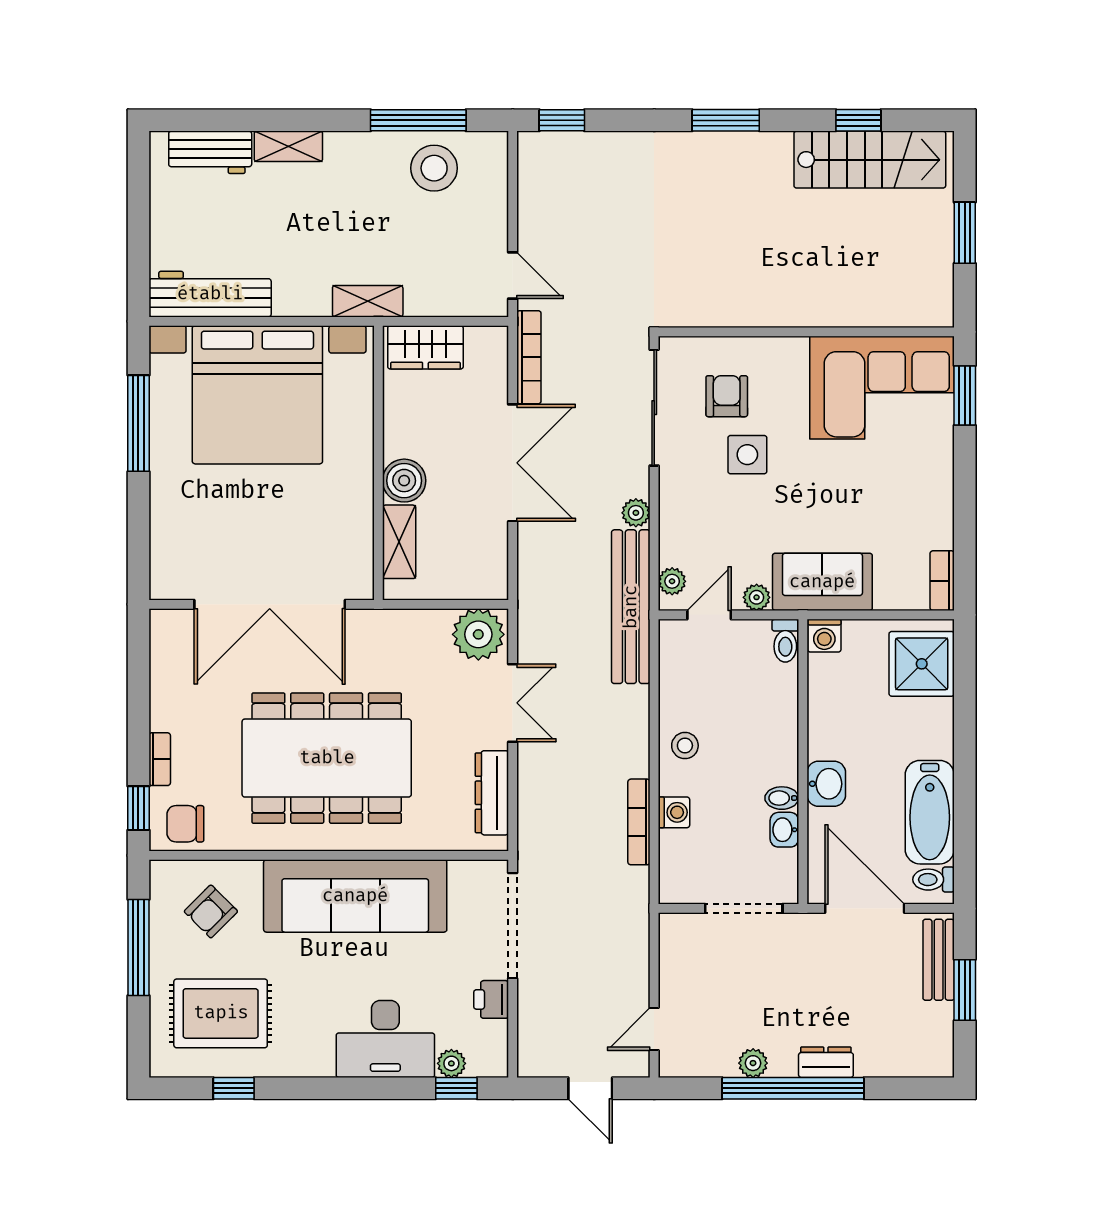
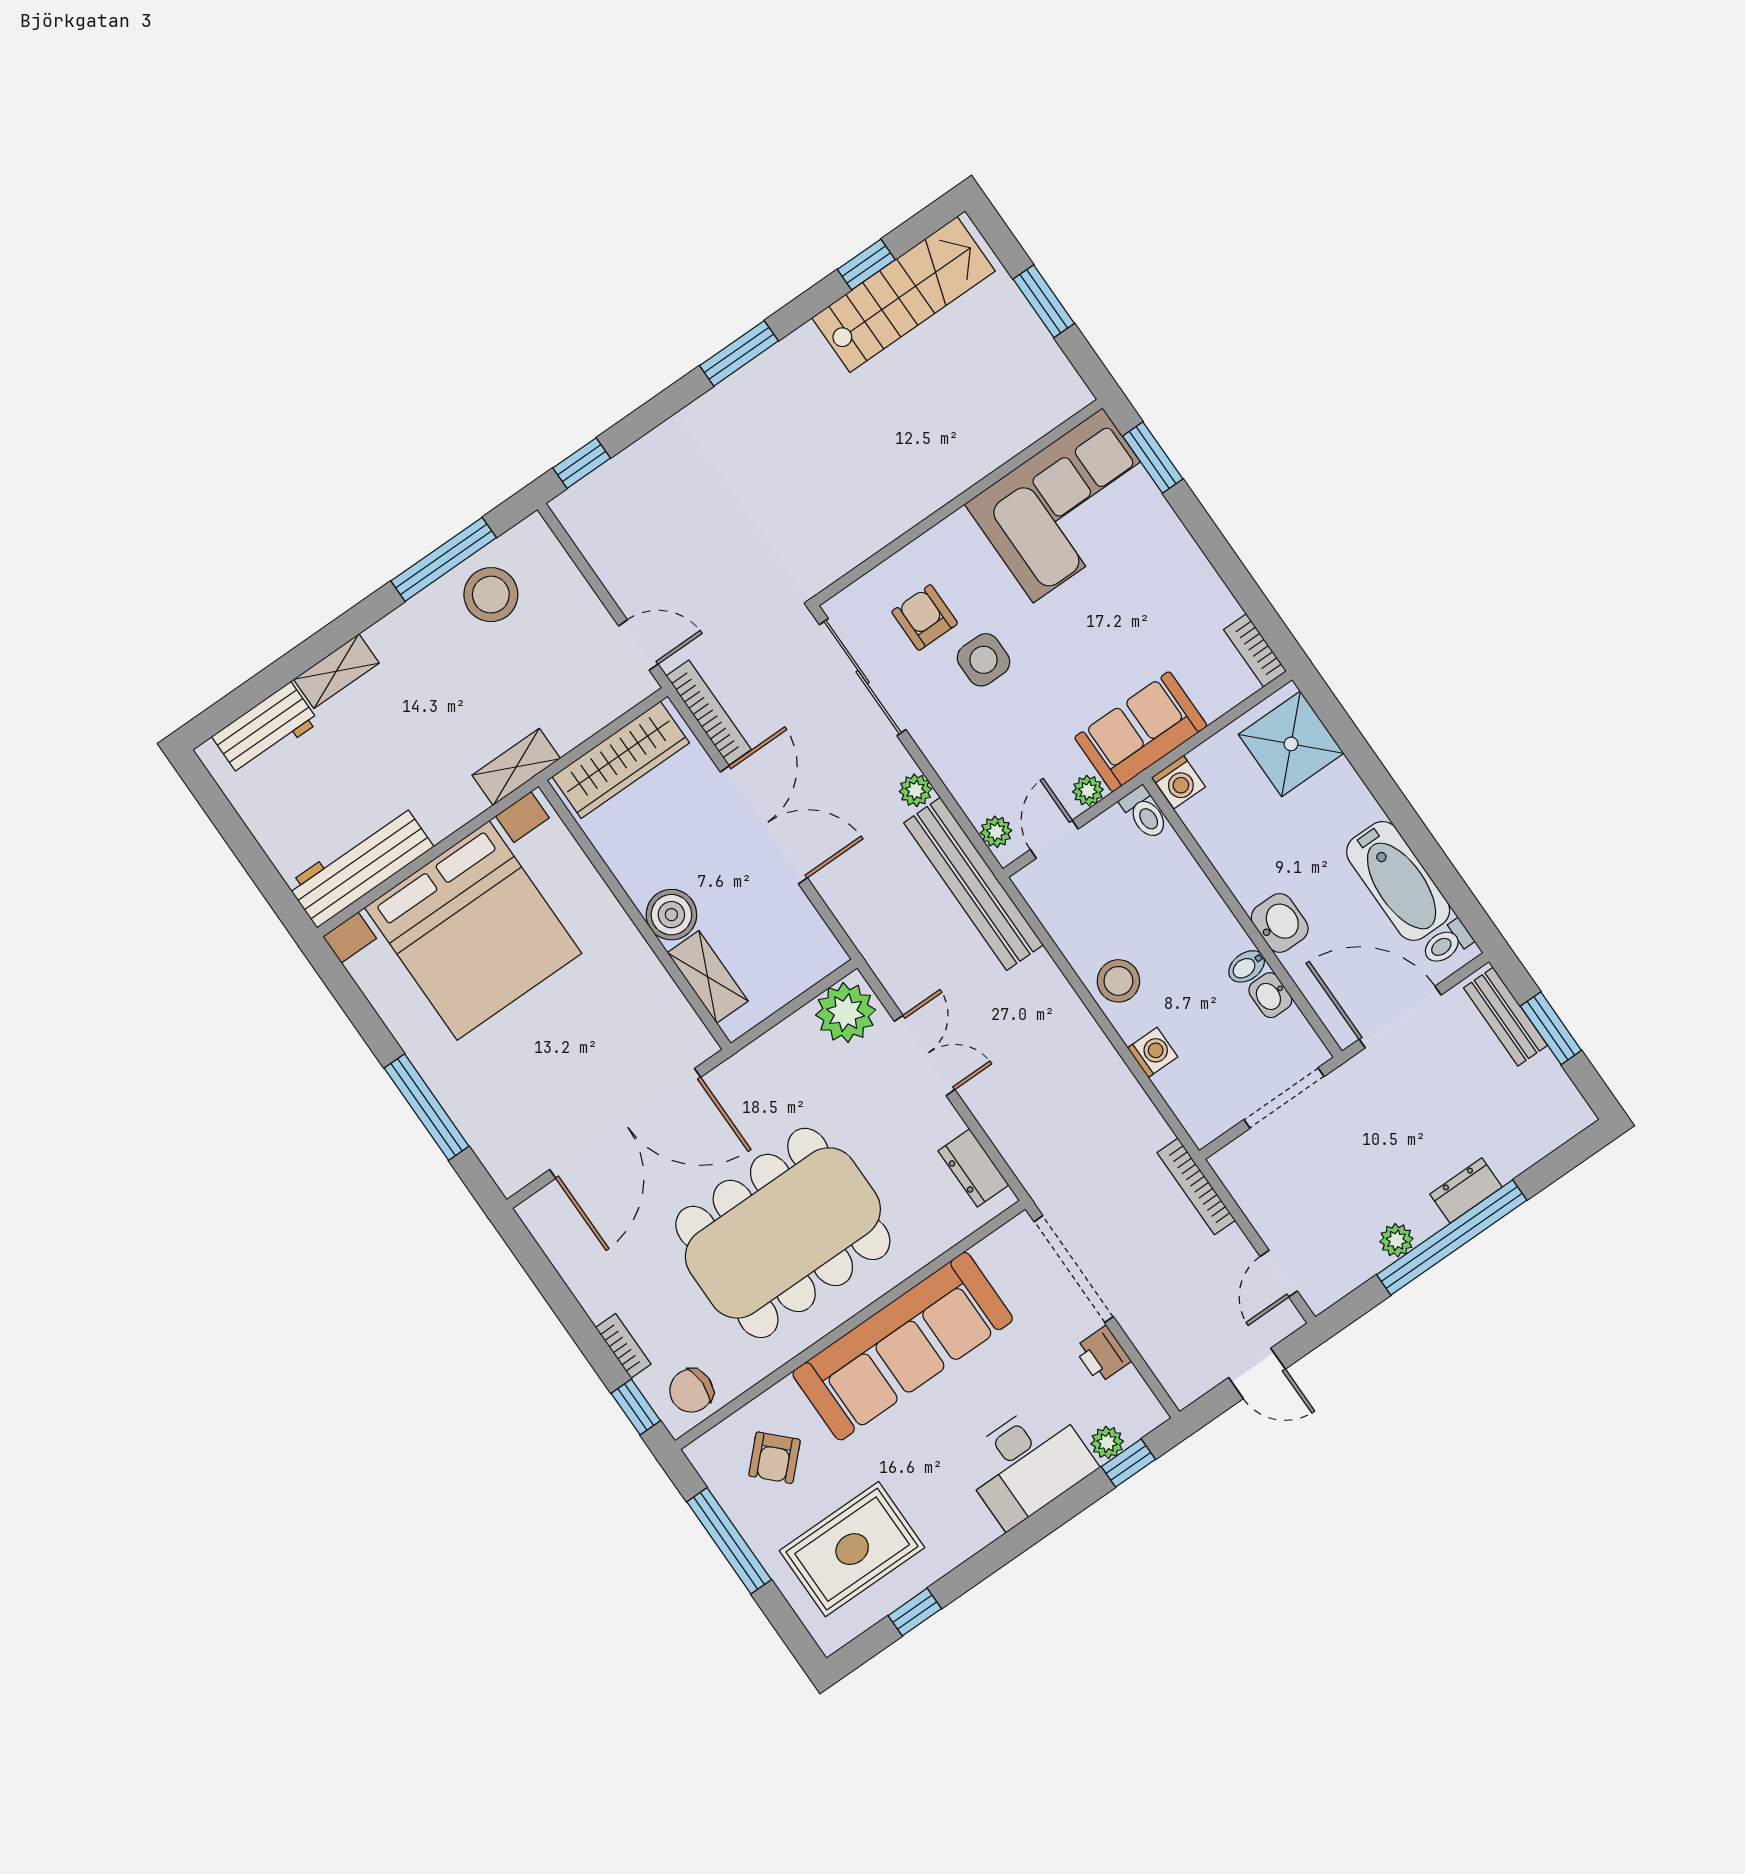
wardrobe: (425, 347) -> (621, 760), width x1.50
window: (138, 423) -> (427, 1107), moved
stool: (685, 746) -> (1118, 981), width x1.37, depth x1.37
dresser: (492, 793) -> (973, 1168), width x0.70
bookcase: (639, 822) -> (1196, 1186), moved

